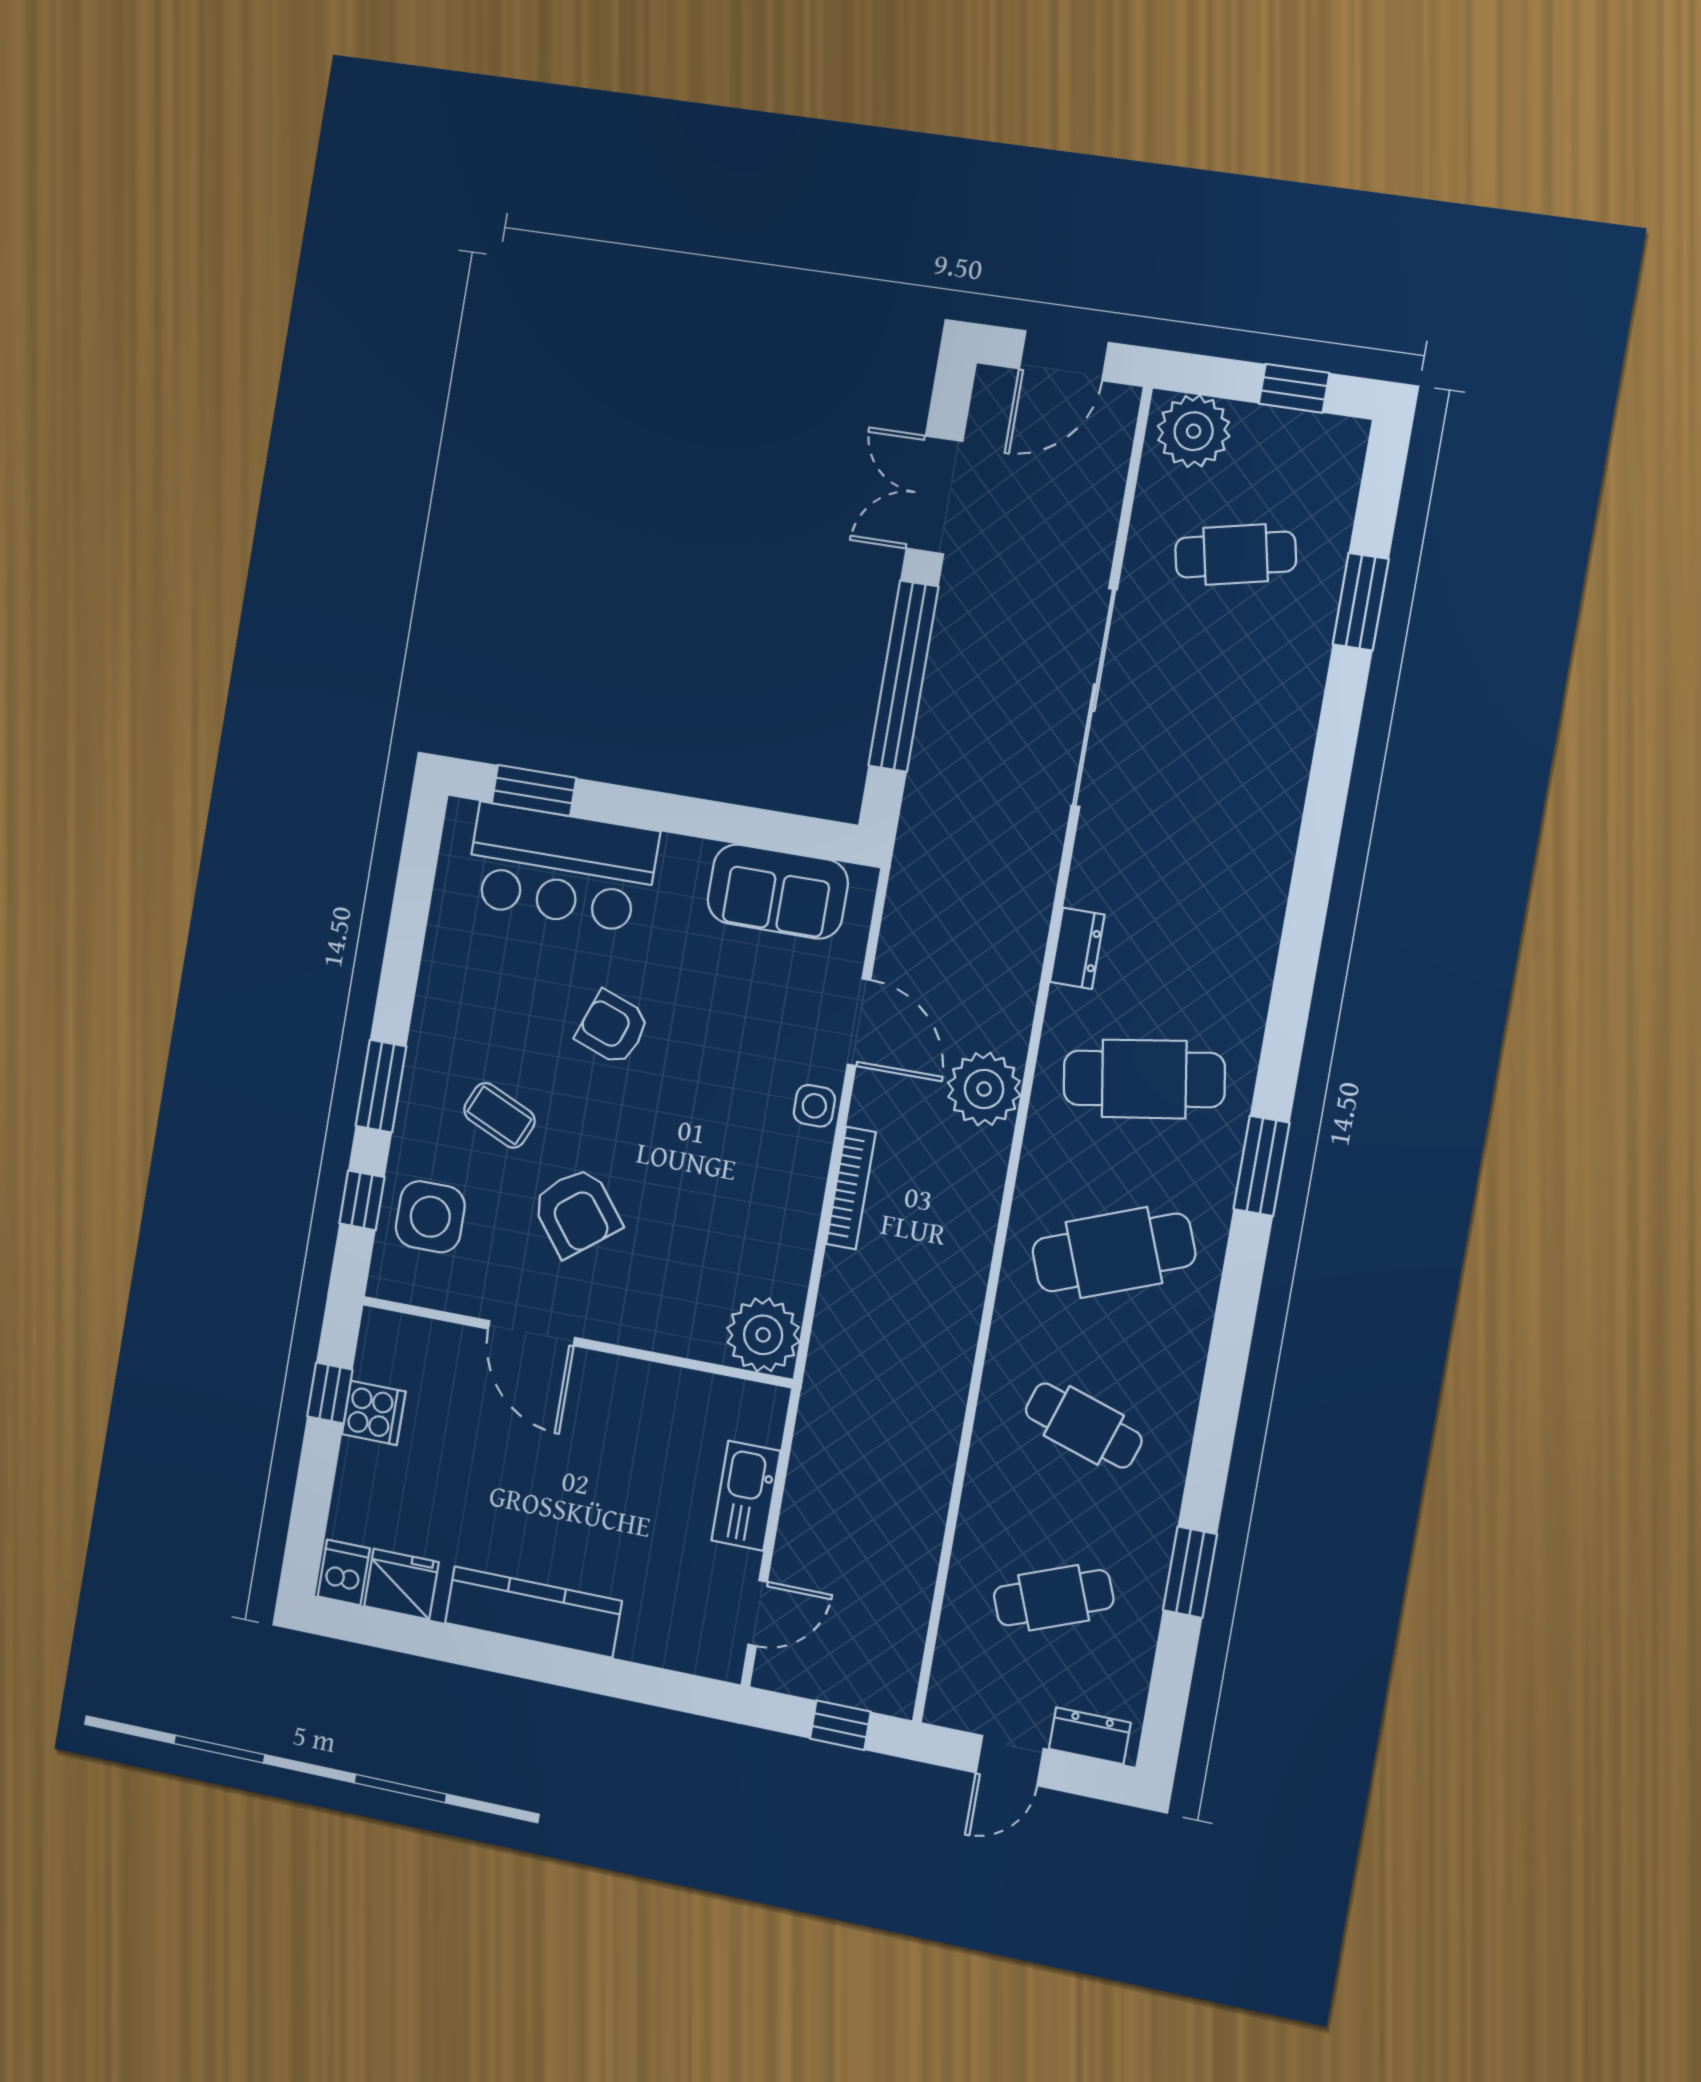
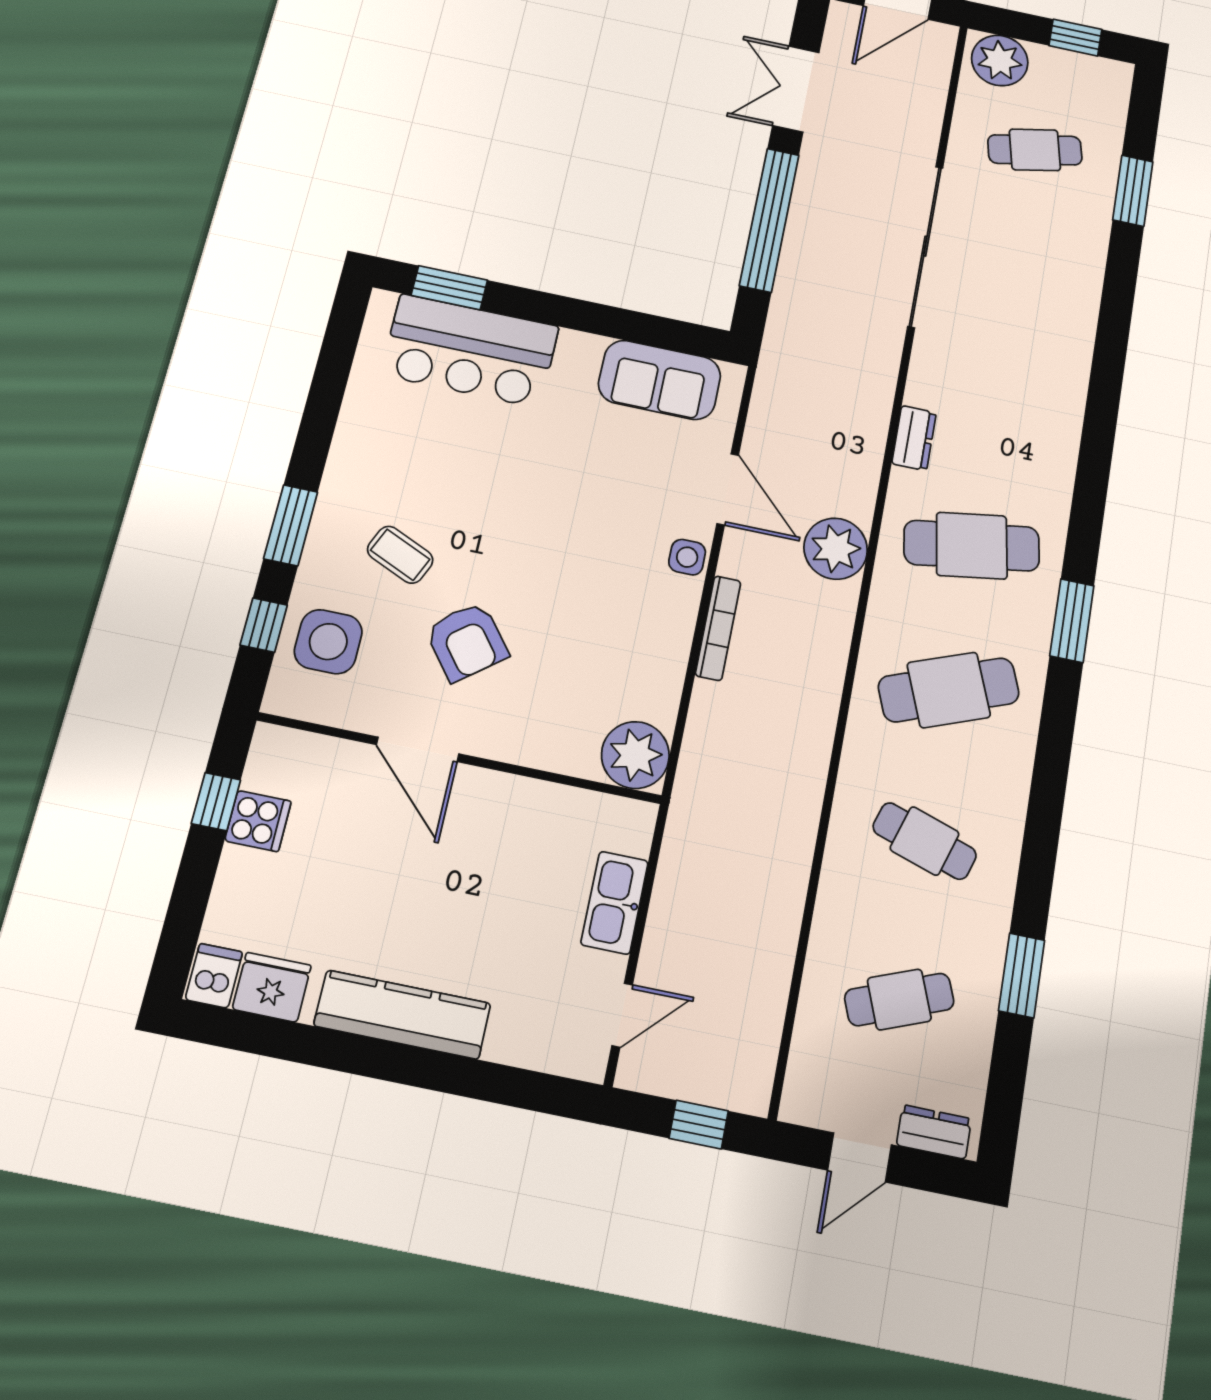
armchair: (613, 1028) -> (509, 484), removed

